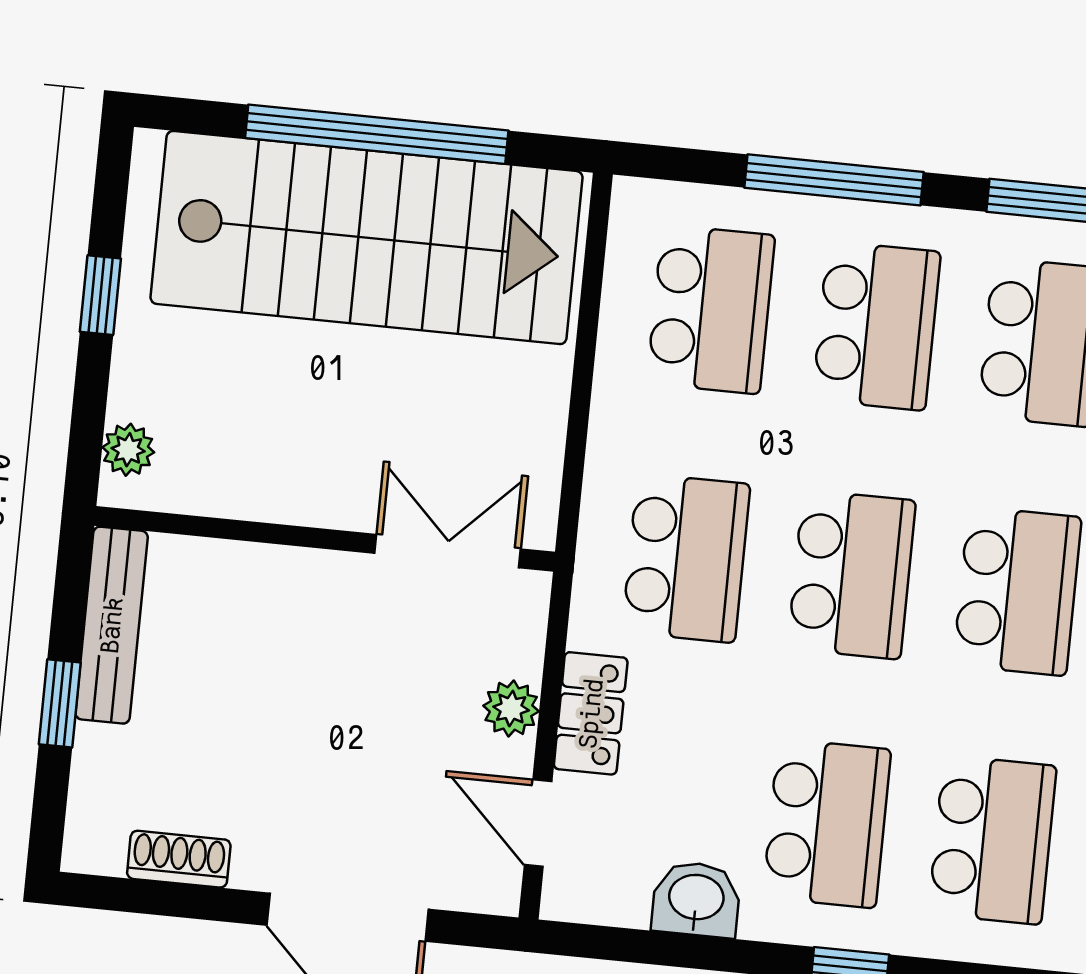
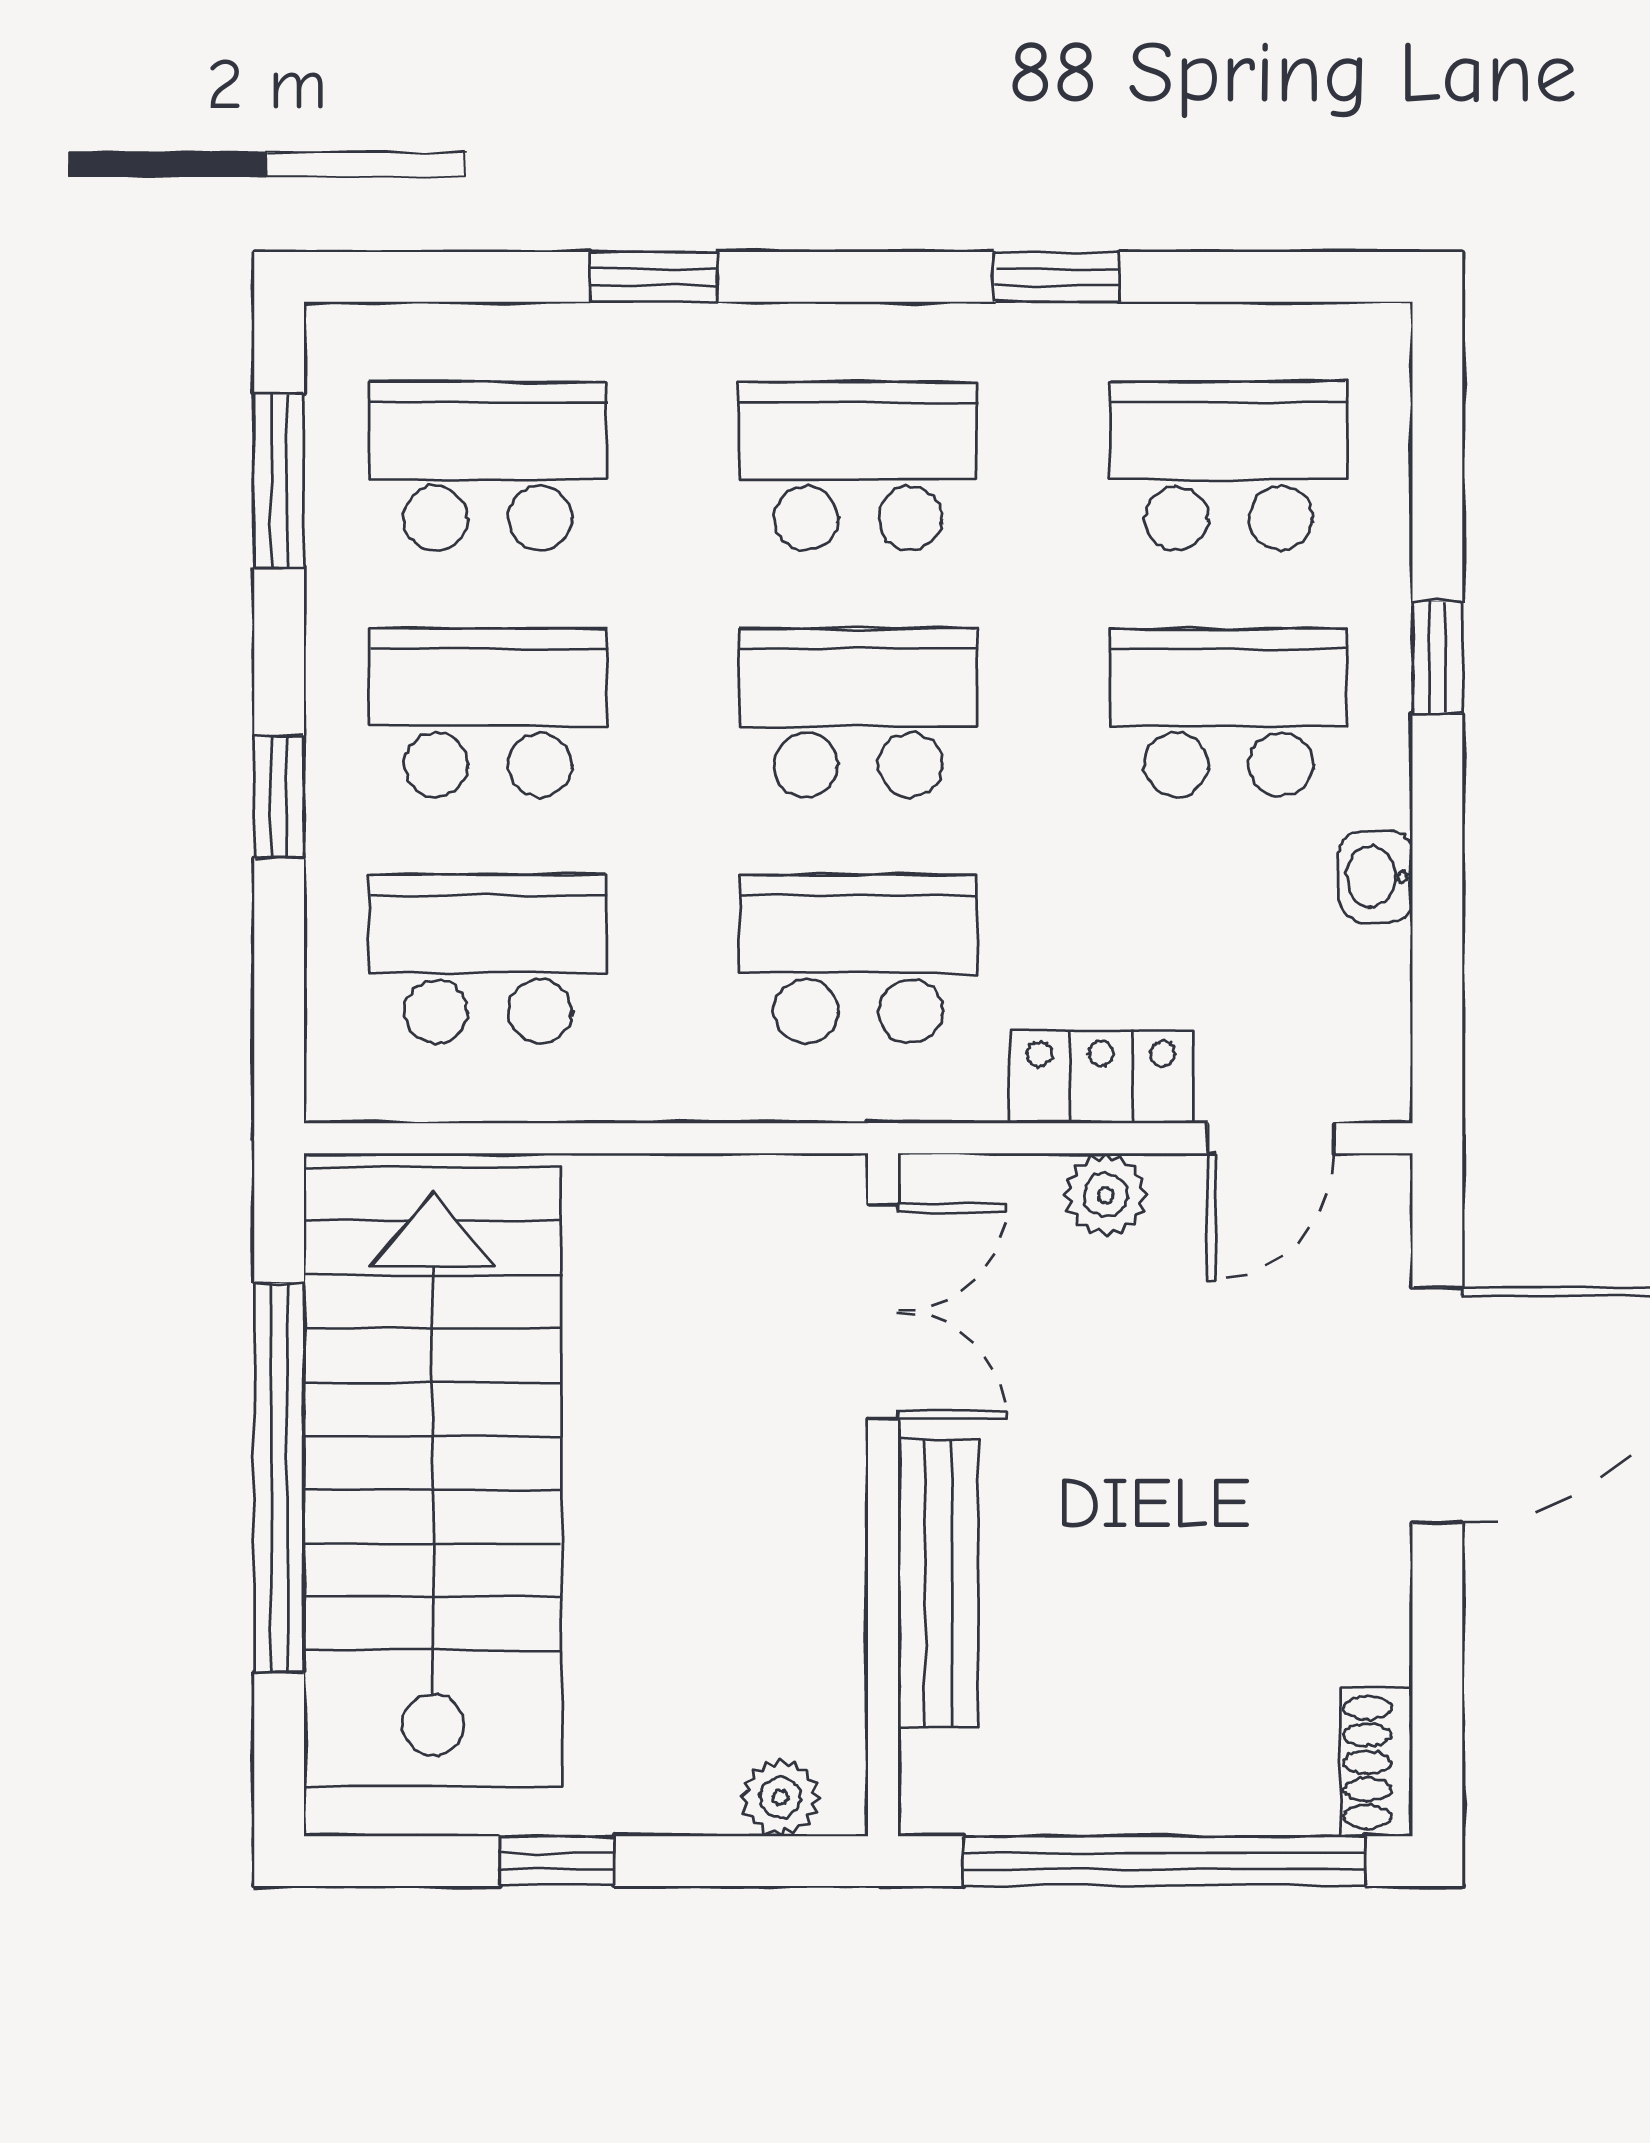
window: (834, 180) -> (279, 797), width x0.46
double door: (448, 551) -> (883, 1311), swing flipped
bench: (112, 625) -> (938, 1583), moved, turned 90
window: (60, 703) -> (1164, 1861), width x3.17
shoe rack: (179, 859) -> (1377, 1762), moved
washbasin: (696, 899) -> (1376, 877), width x0.72, depth x0.69

